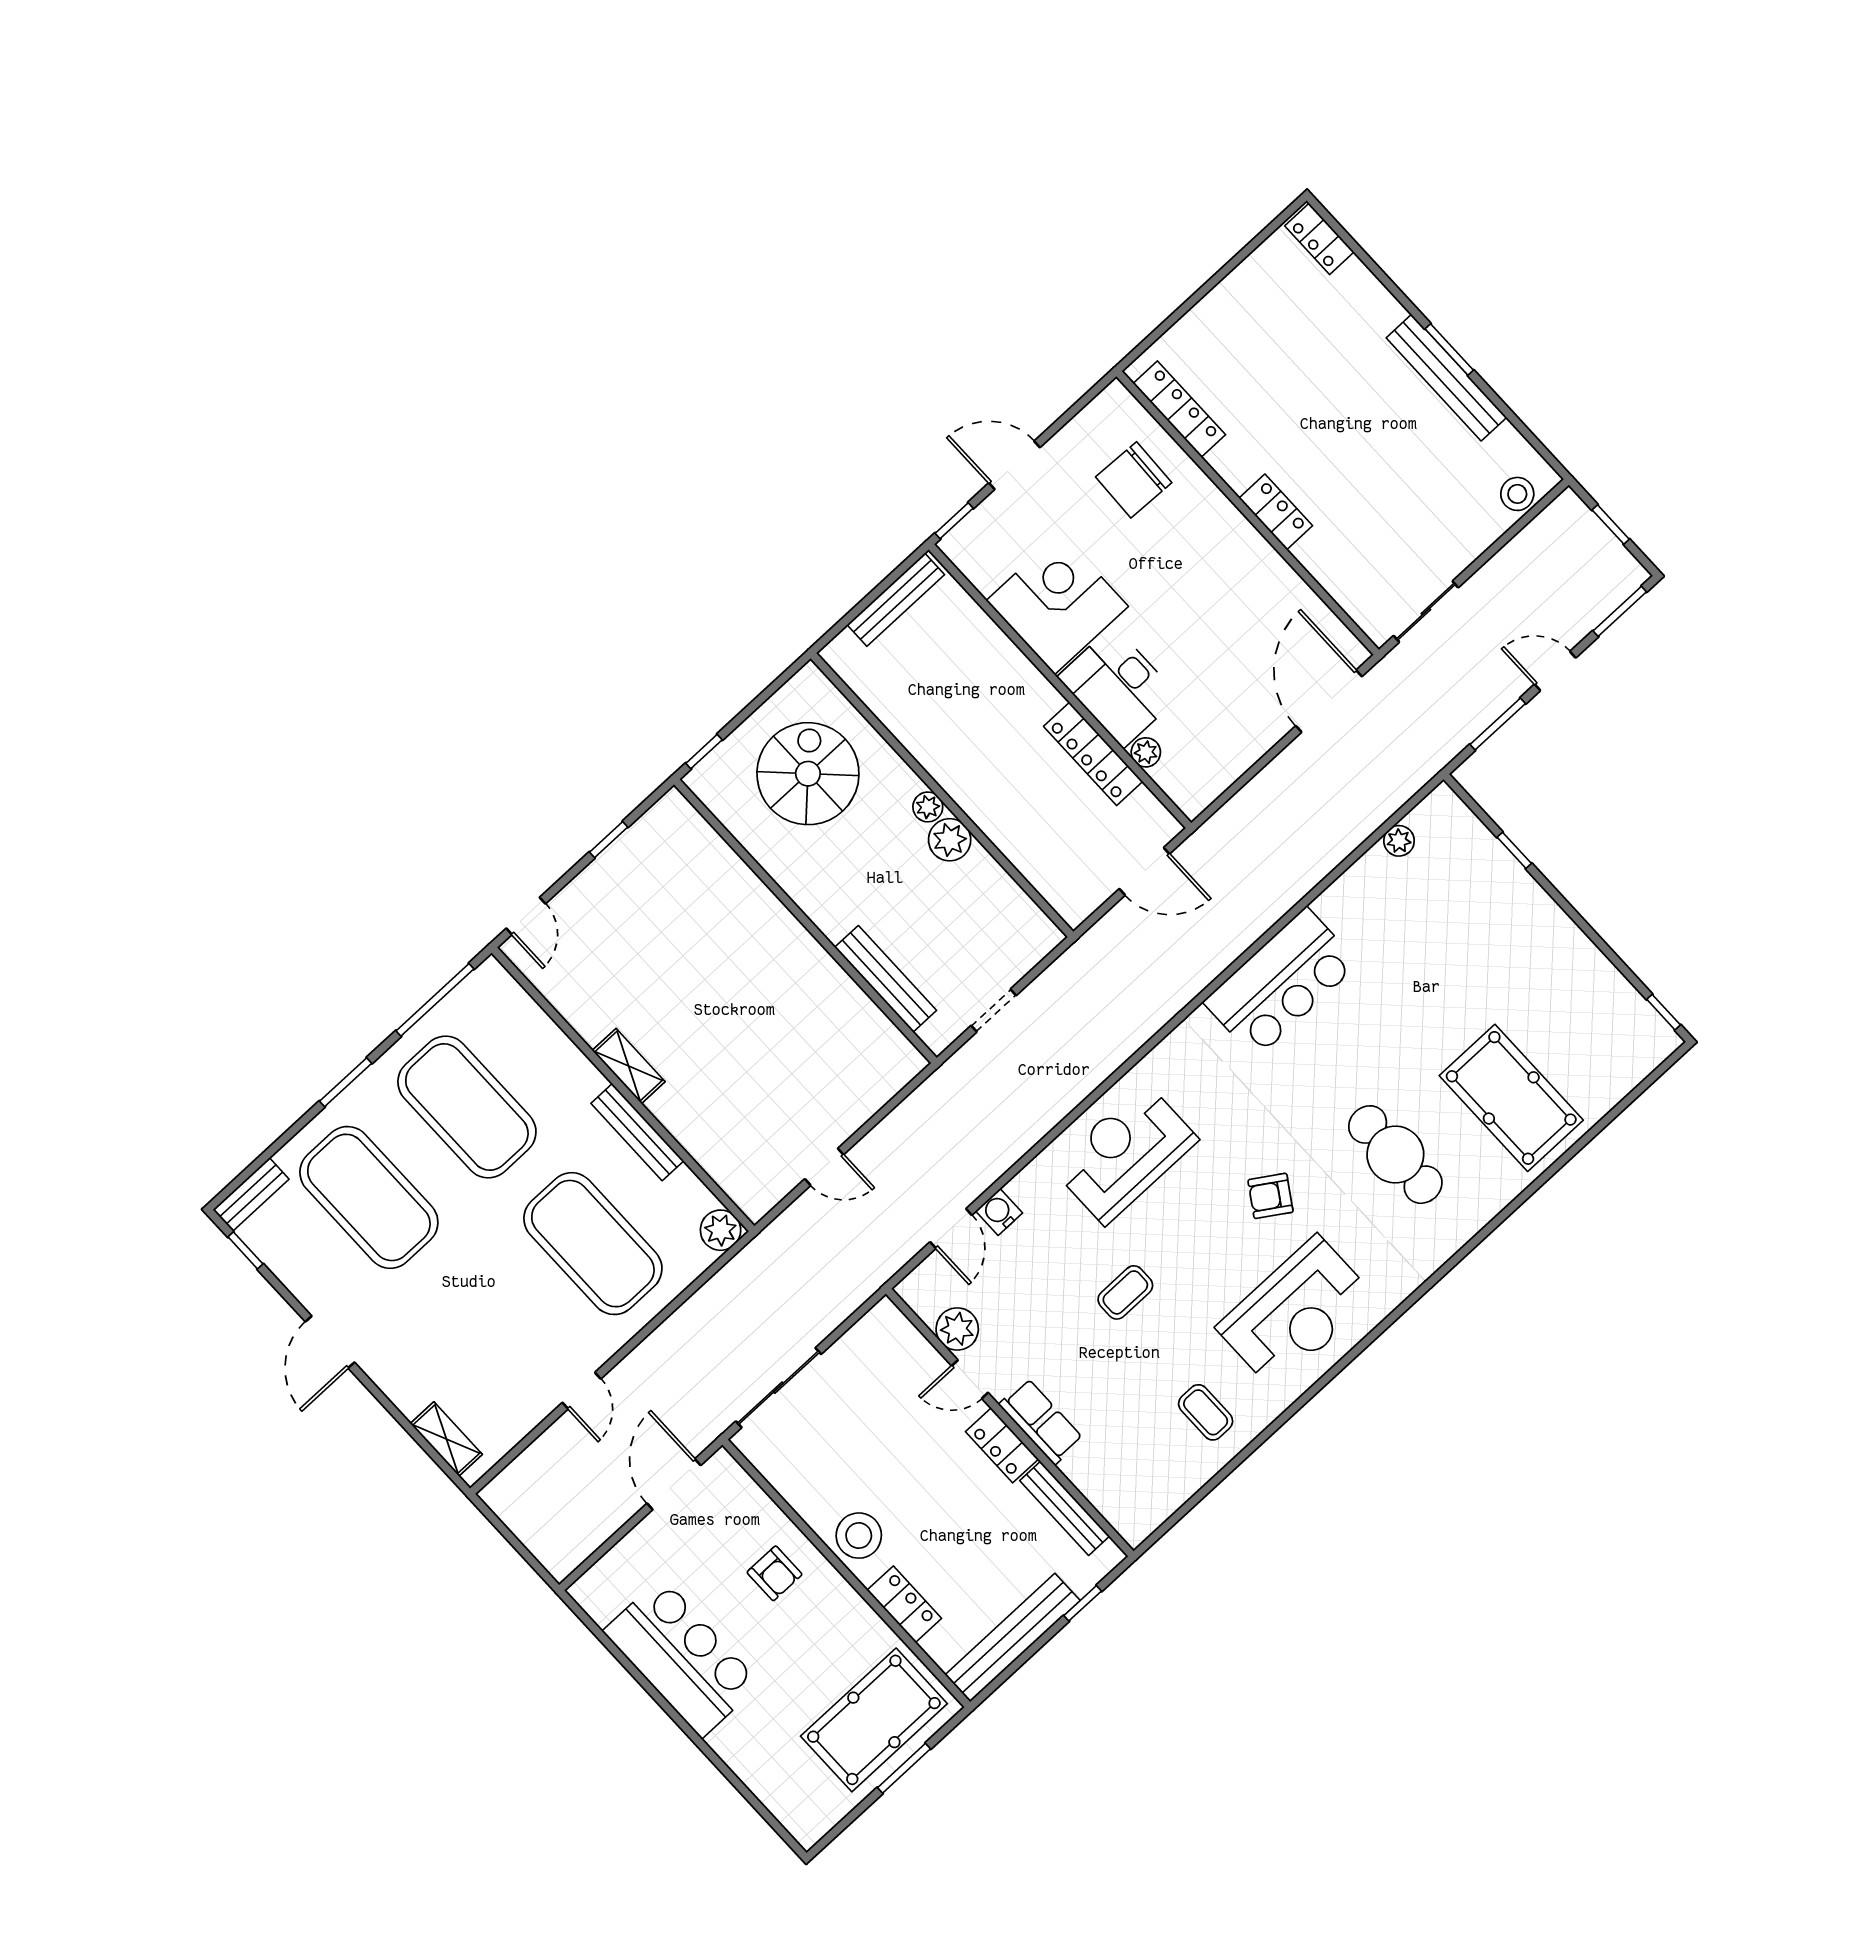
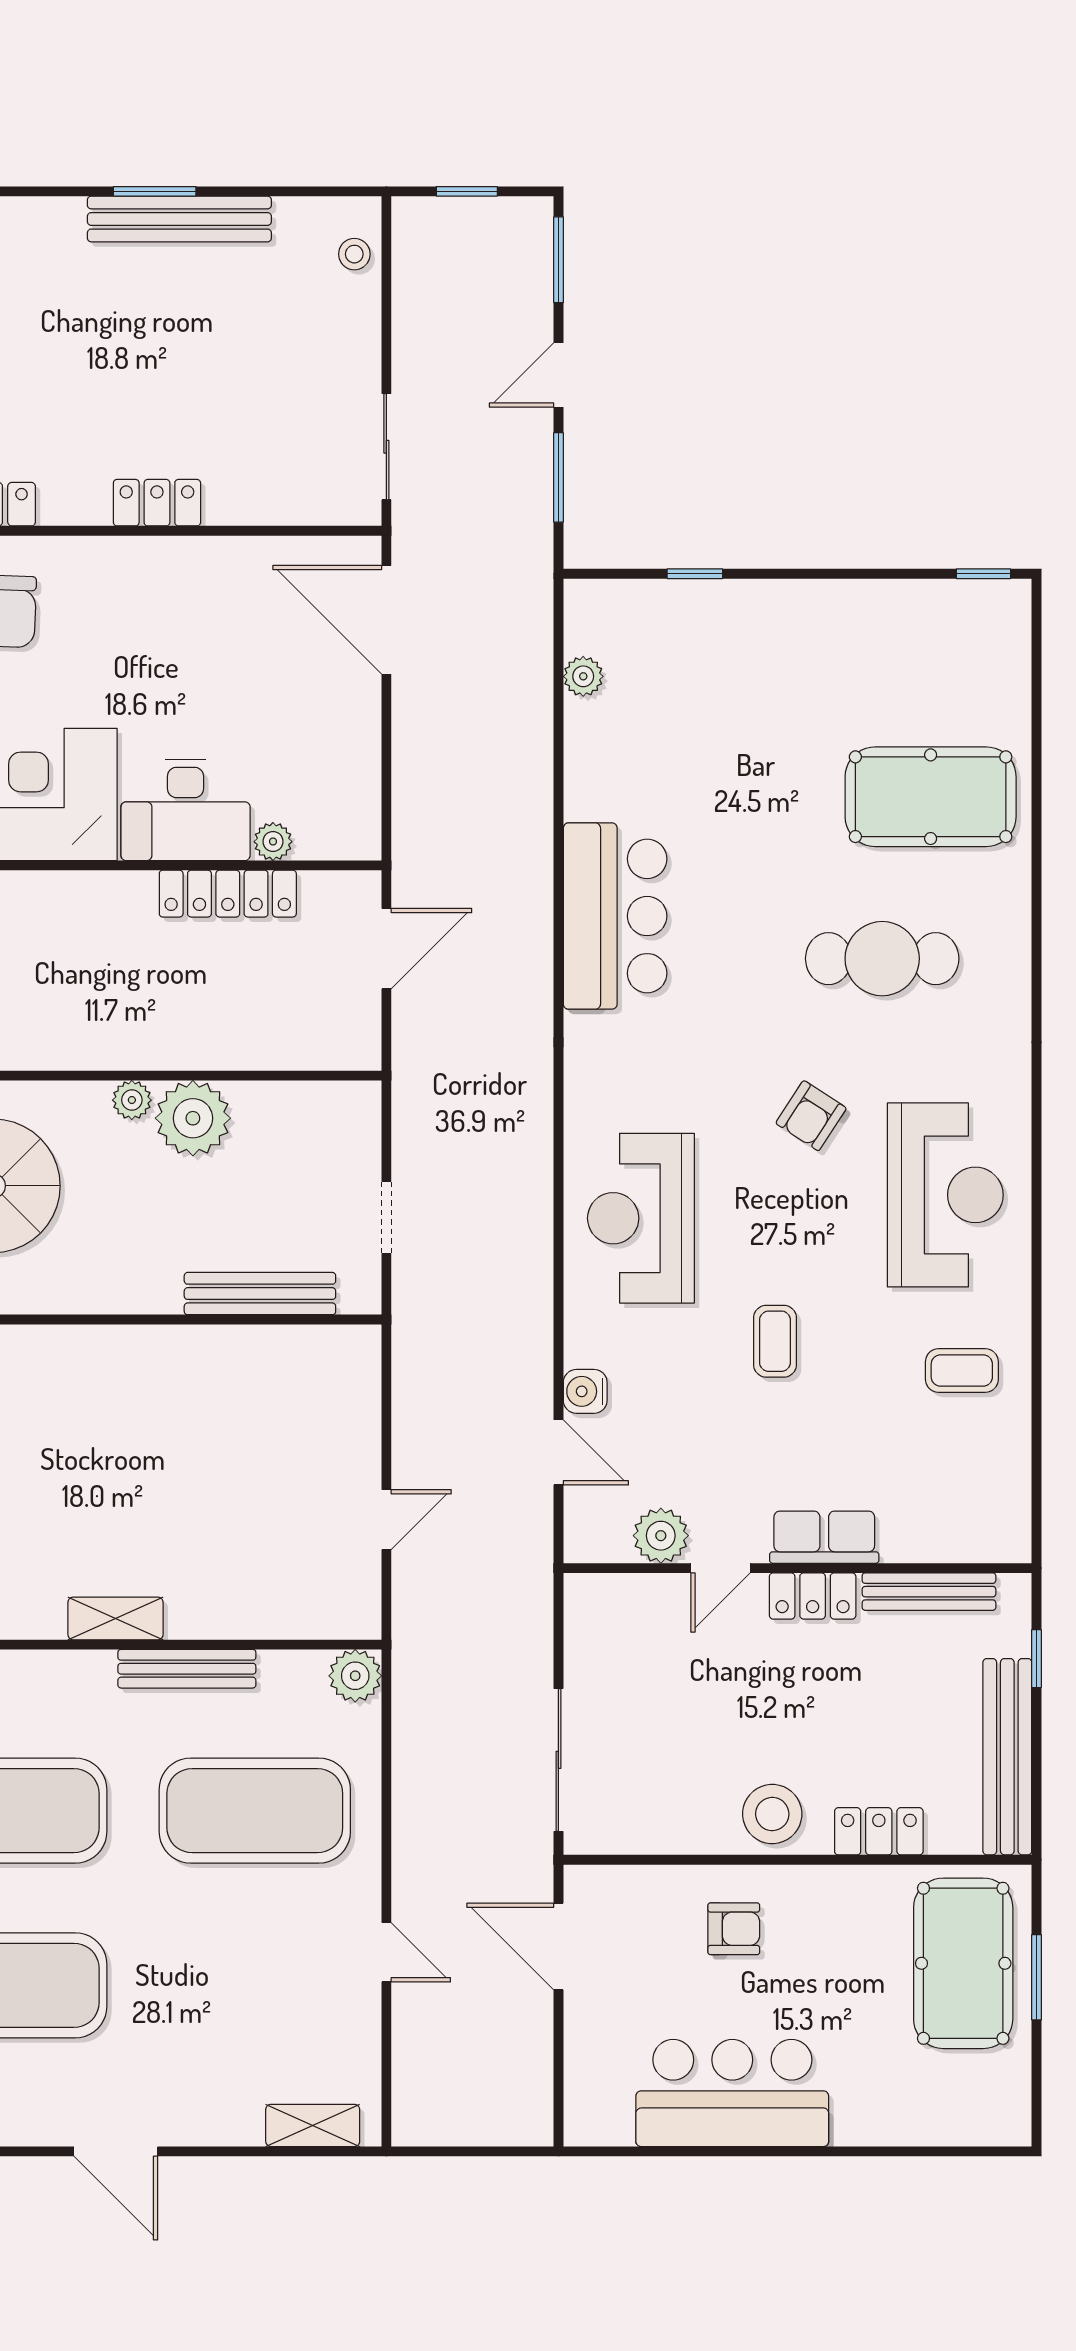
stool: (1517, 494) -> (354, 254), width x0.73, depth x0.73
plant: (950, 840) -> (193, 1118), width x1.36, depth x1.36

